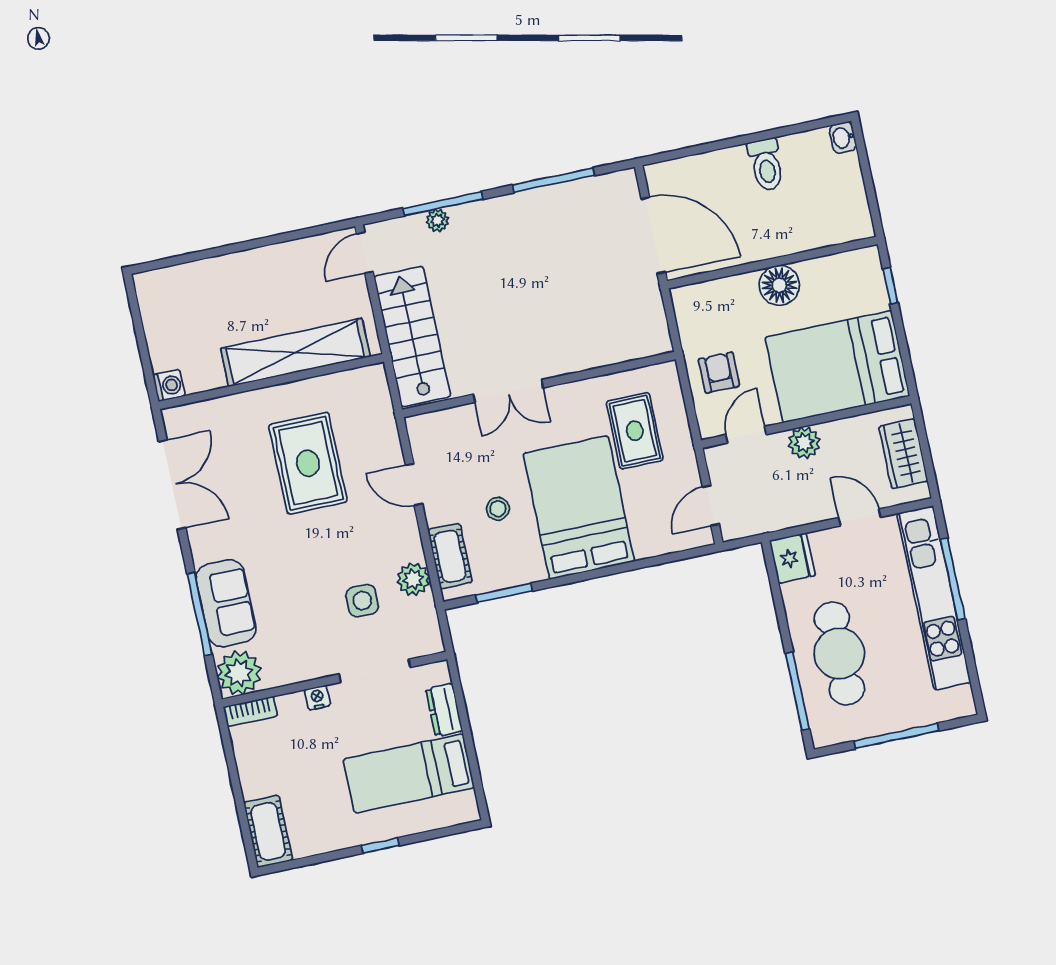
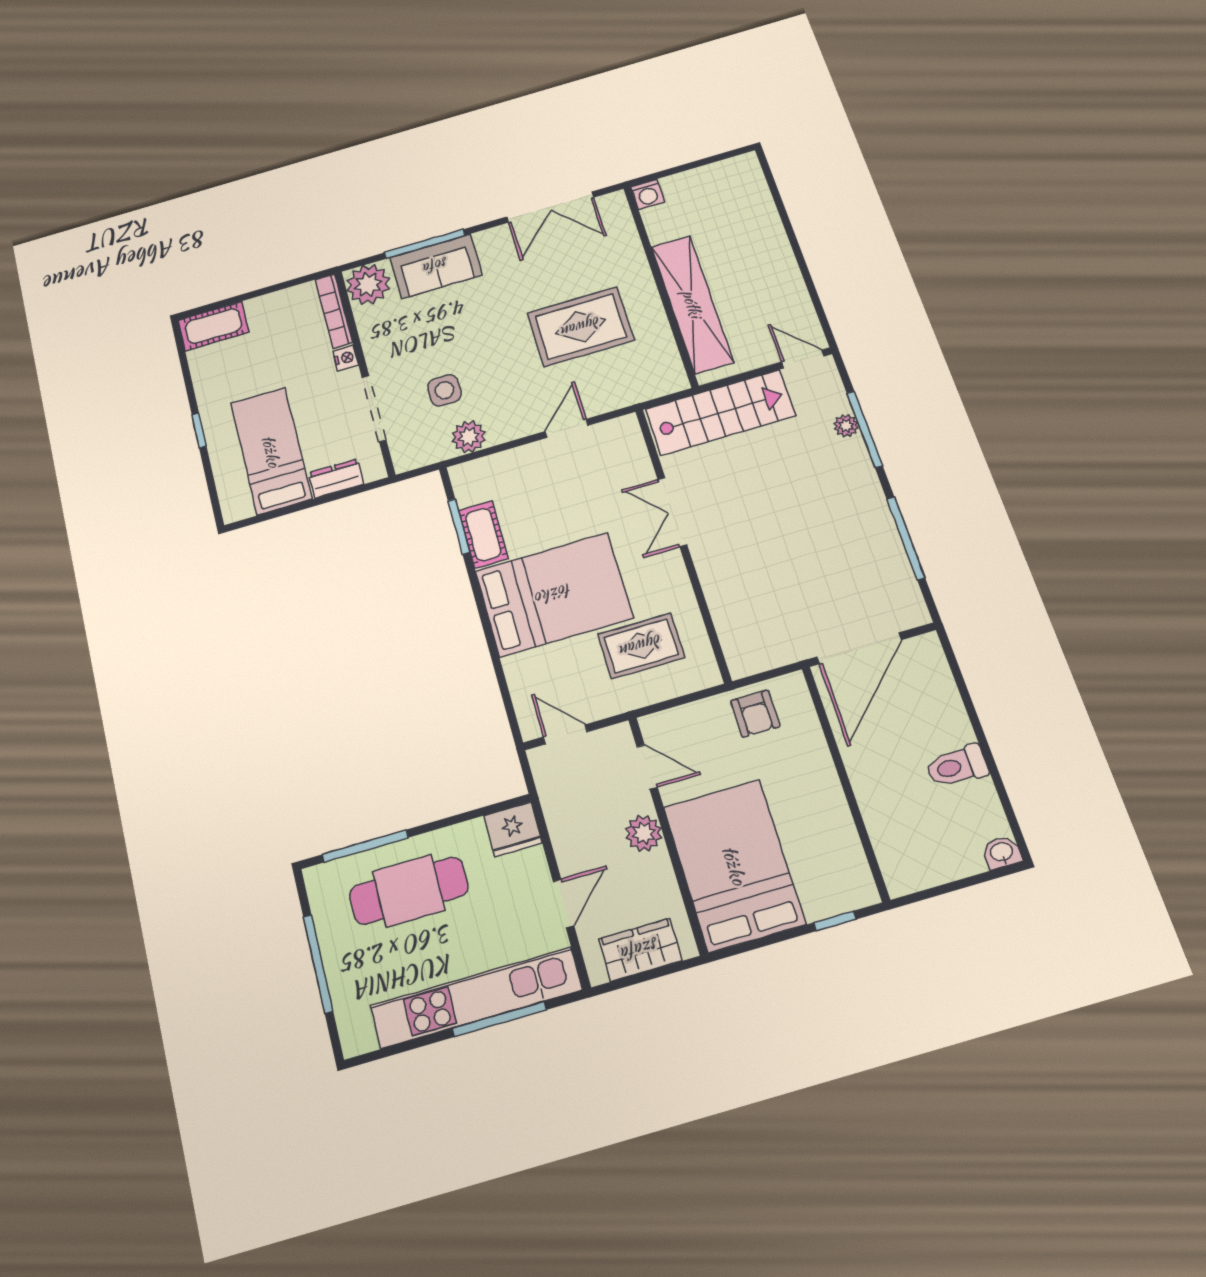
floor lamp: (779, 285) -> (820, 792), removed
armchair: (719, 373) -> (755, 714), moved, turned 90
stool: (498, 509) -> (547, 513), removed
cot: (450, 556) -> (483, 535), moved, turned 90
bookcase: (250, 711) -> (334, 311), width x1.56

